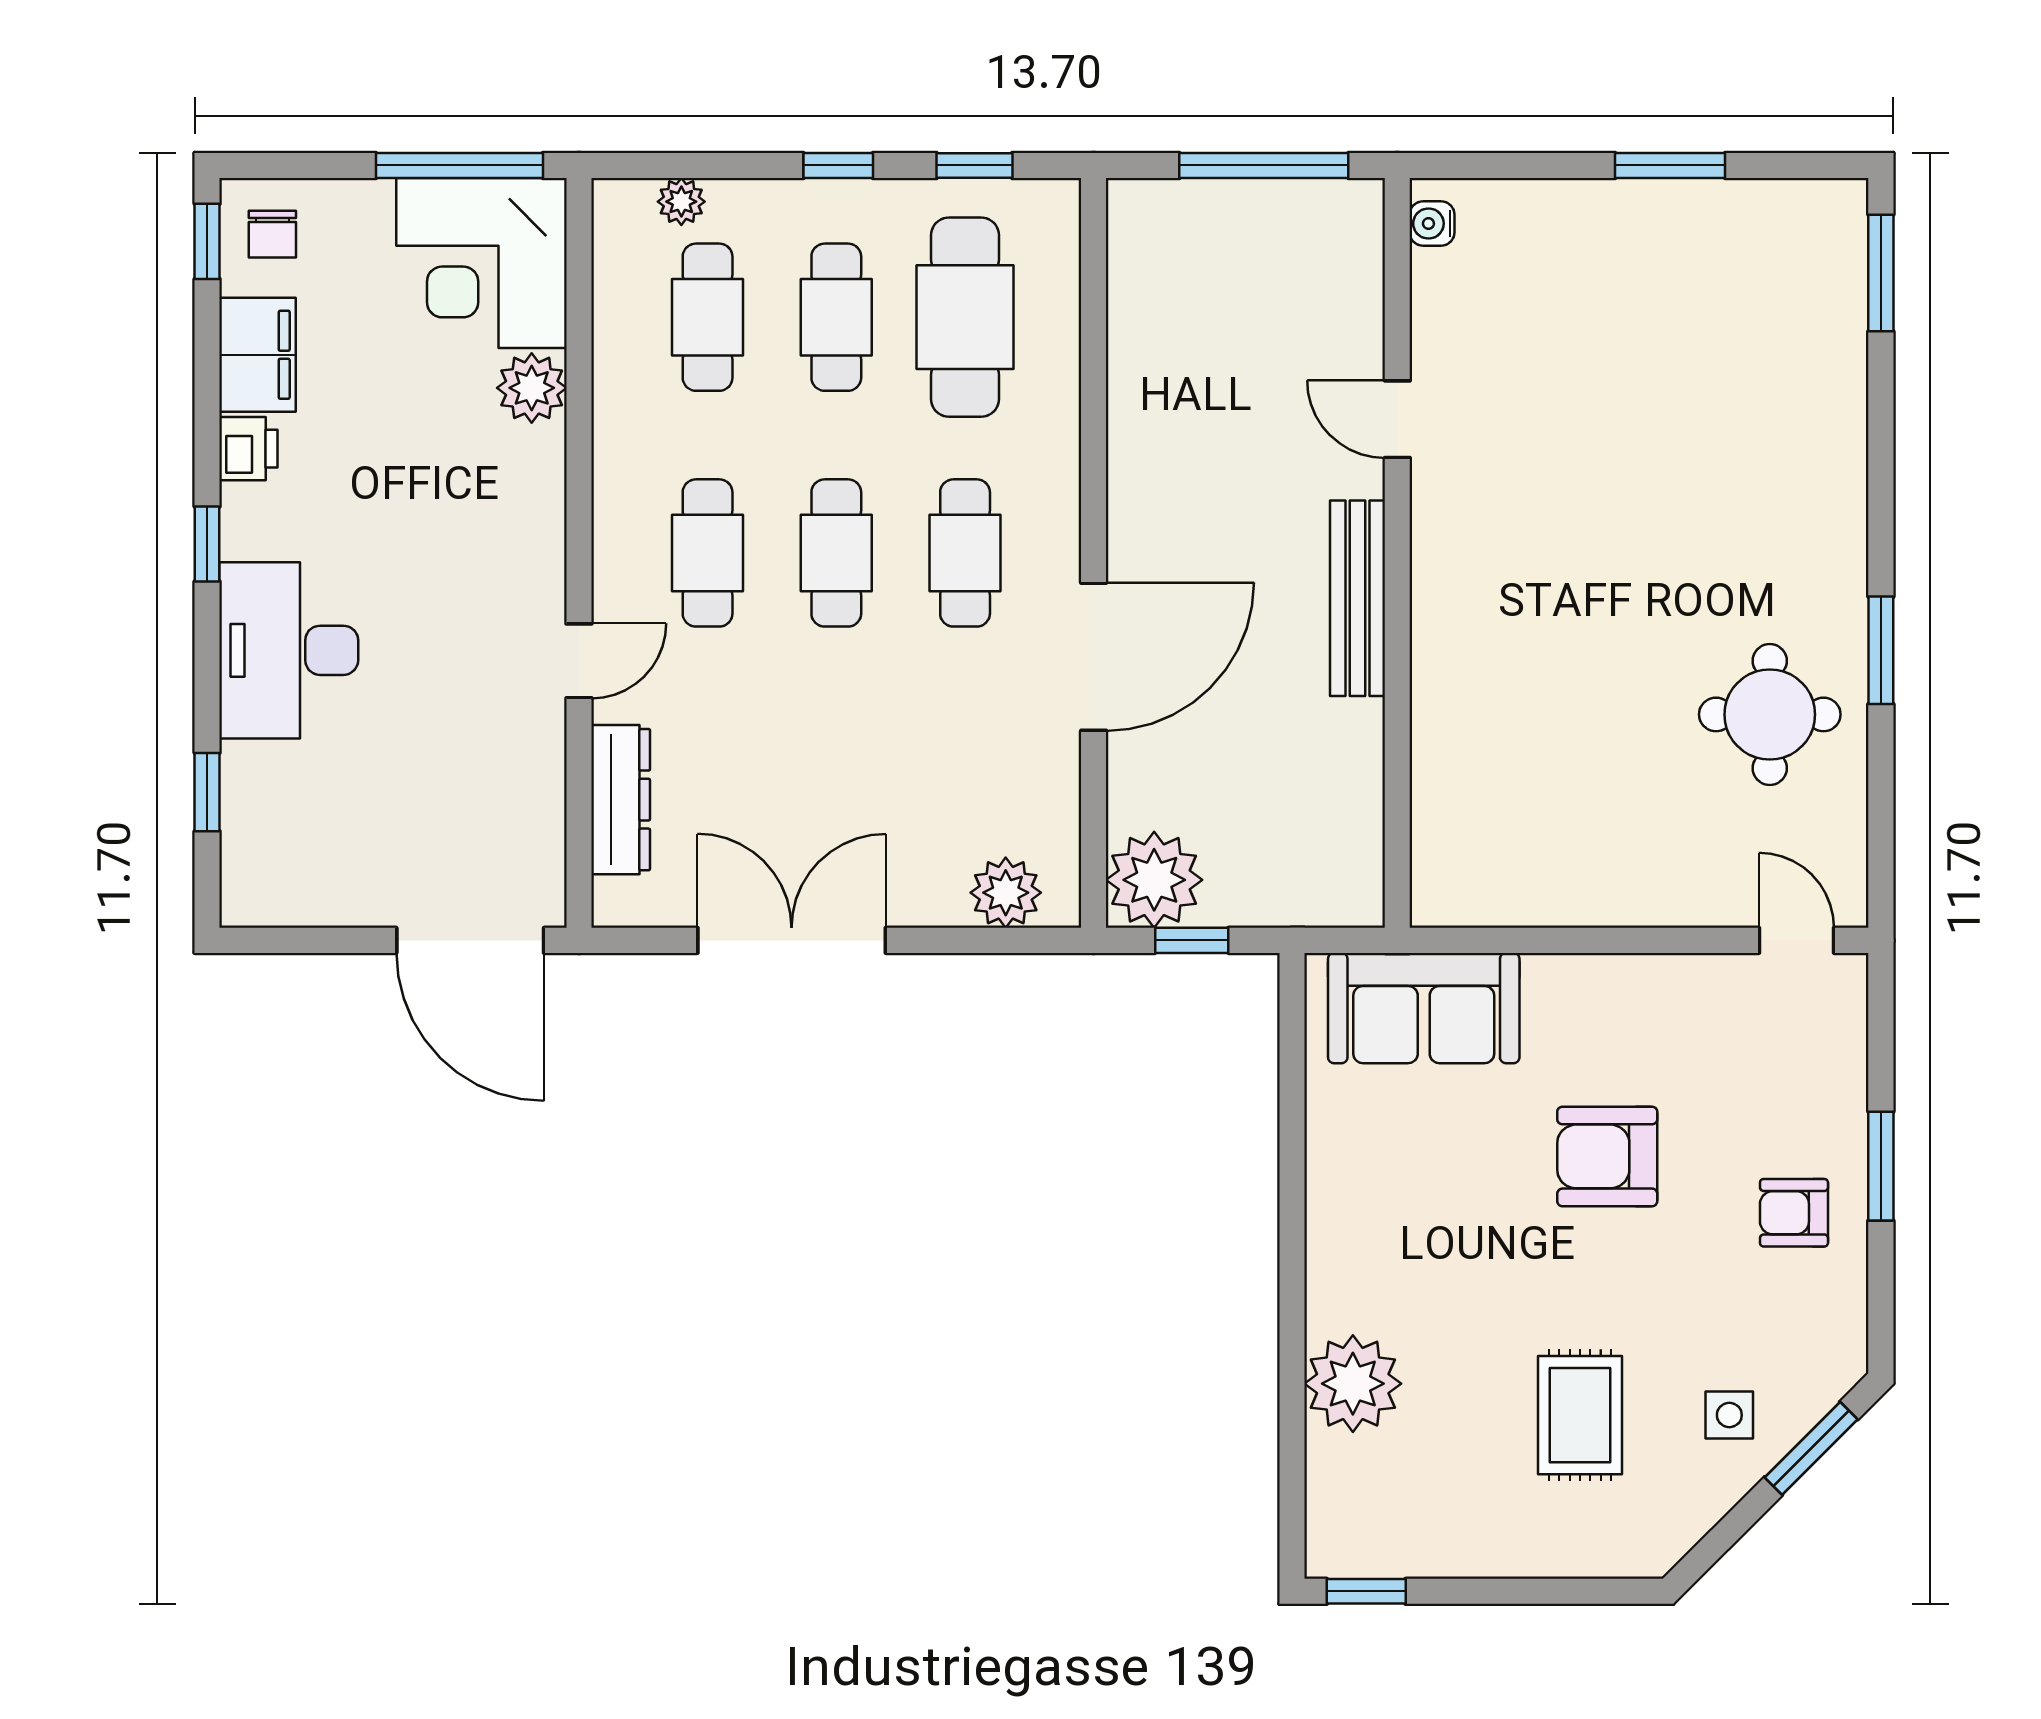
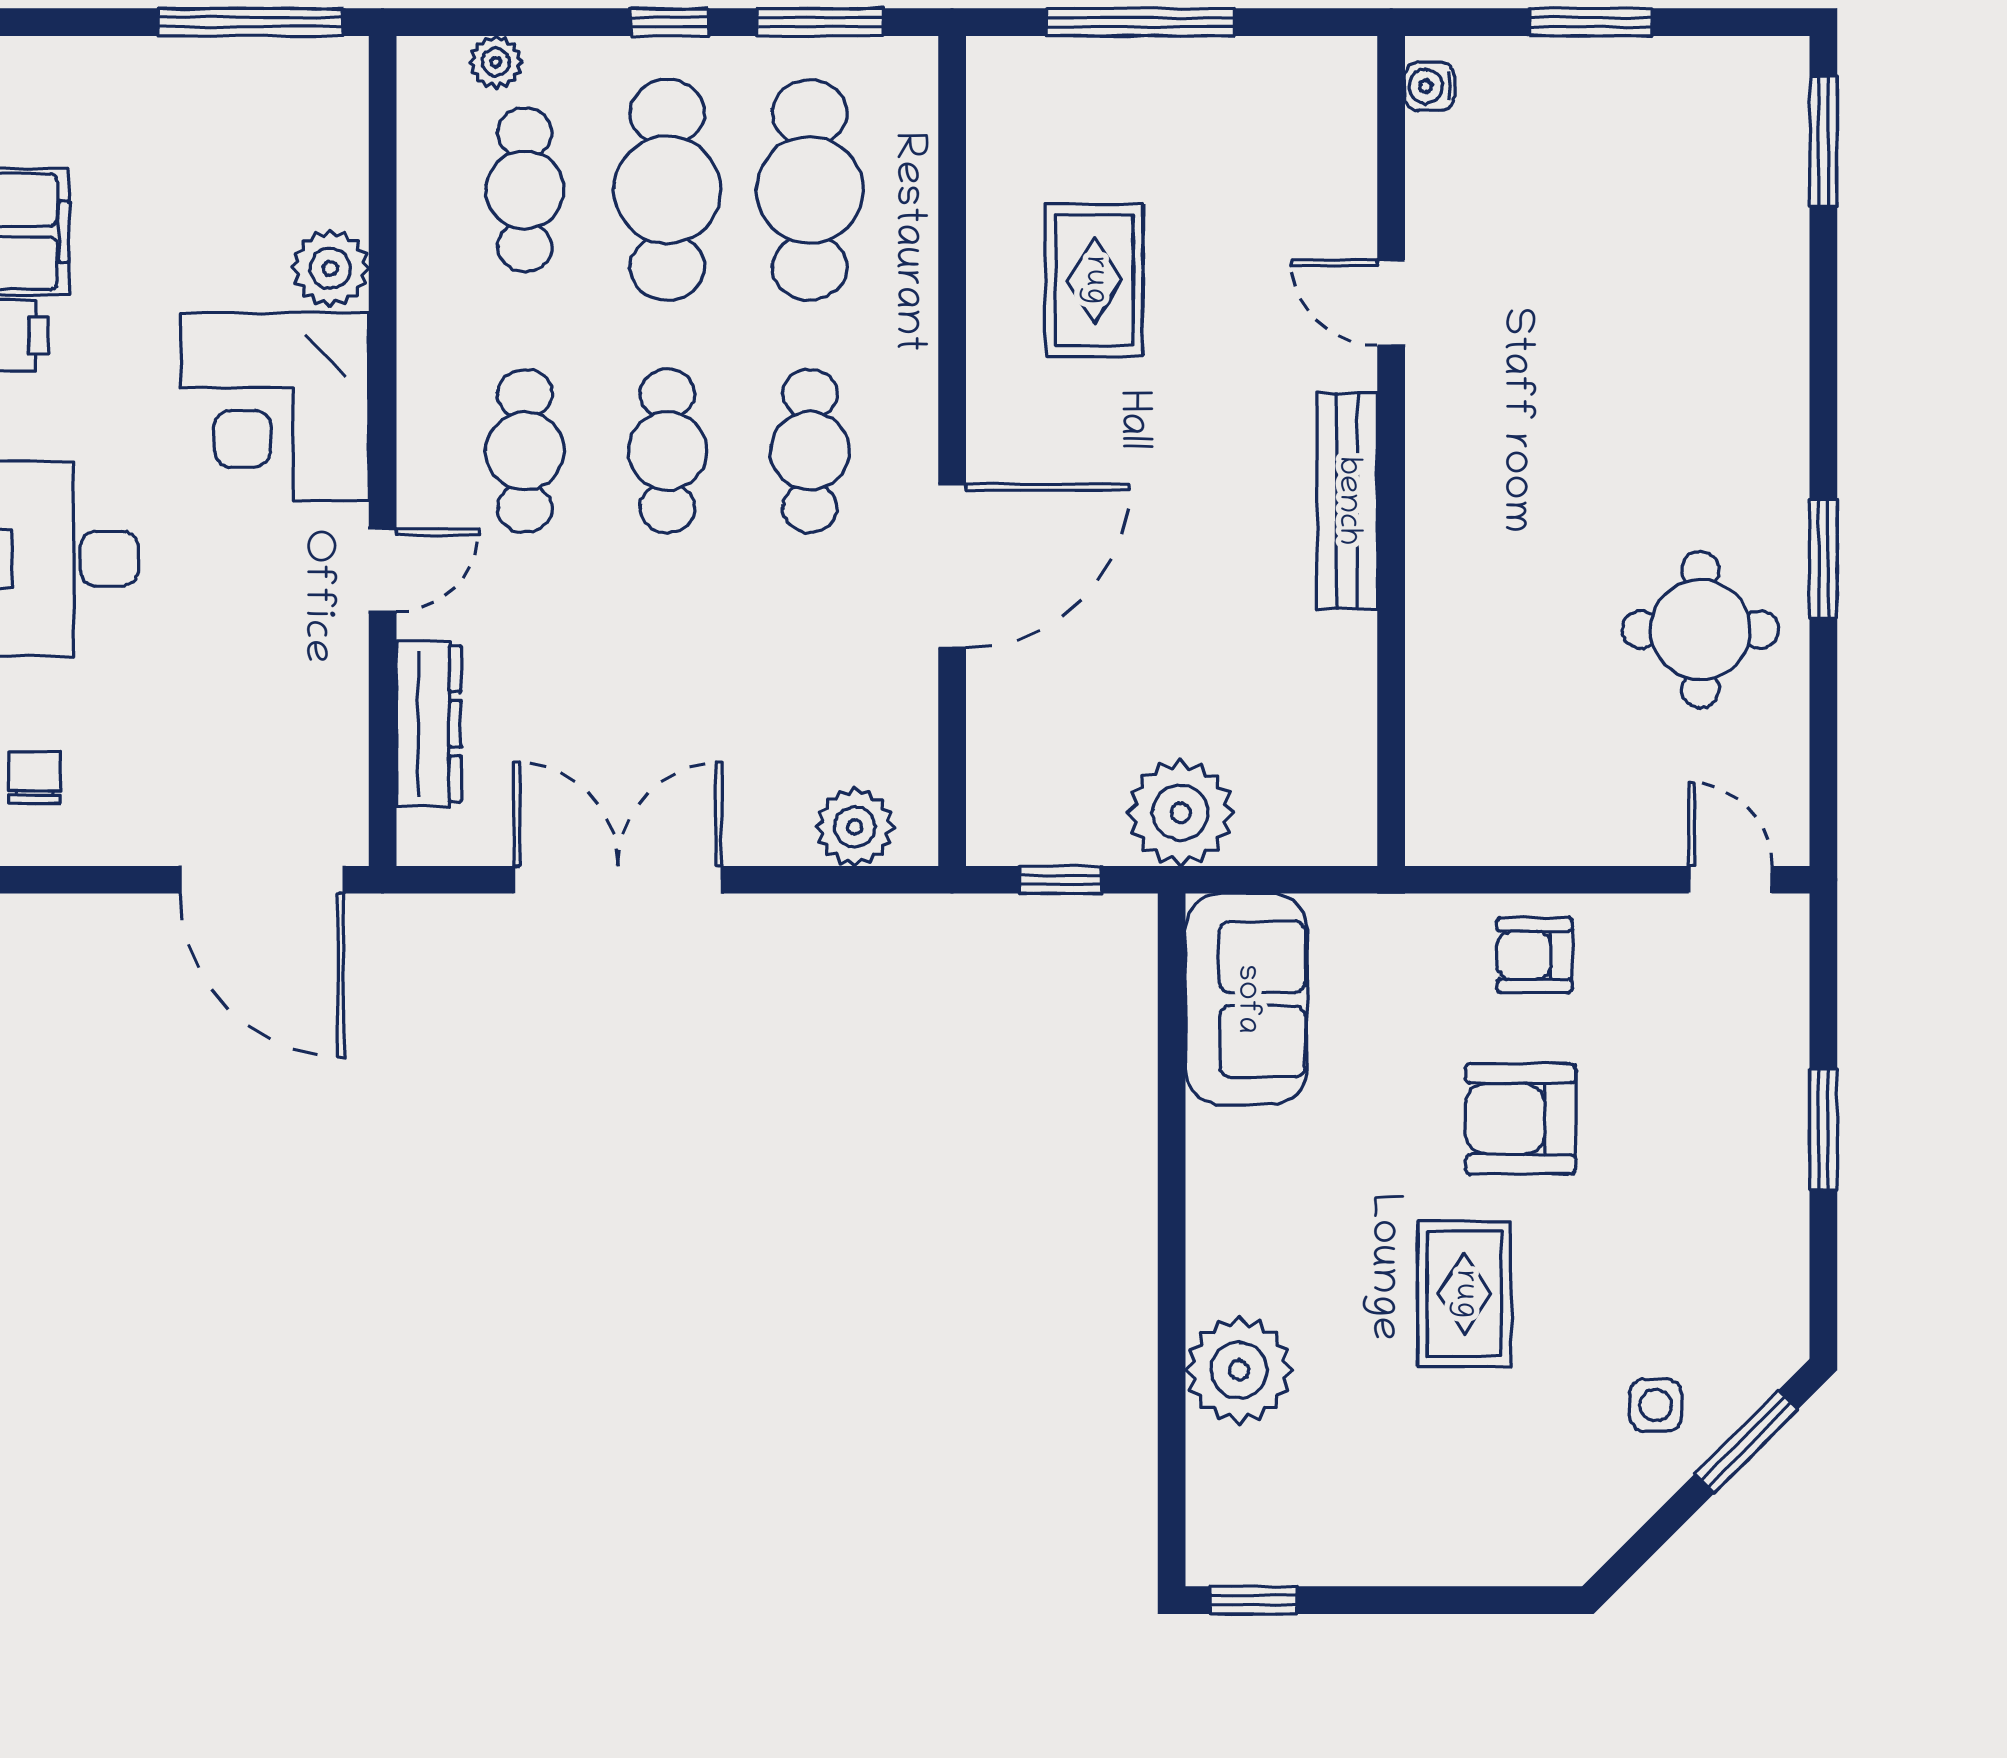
window: (974, 165) -> (820, 22), width x1.50
water cooler: (1432, 224) -> (1430, 86), moved
chair: (272, 234) -> (35, 777), moved, turned 180
corner desk: (482, 263) -> (275, 407), moved
cafe table: (836, 317) -> (667, 190), width x1.37, depth x1.35
rug: (1222, 399) -> (1094, 280), added
door: (1397, 419) -> (1391, 303), moved
wall: (1397, 553) -> (1391, 451), moved
bench: (1358, 598) -> (1347, 501), moved
plant: (1154, 880) -> (1181, 813), moved
sofa: (1424, 1008) -> (1246, 999), moved, turned -90
armchair: (1794, 1213) -> (1534, 955), moved
rug: (1580, 1415) -> (1464, 1294), moved

